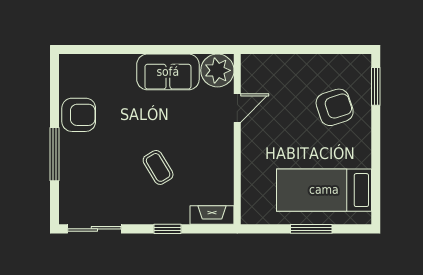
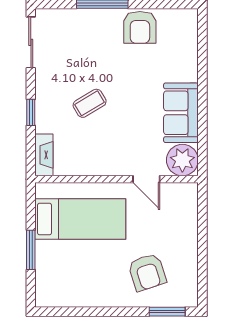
bed: (324, 190) -> (80, 219), moved, turned 90

